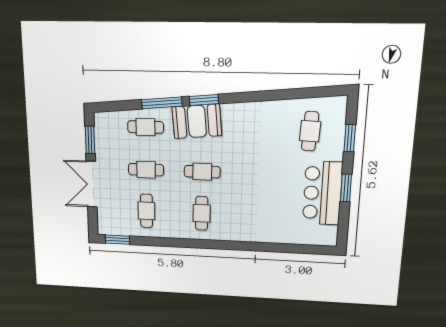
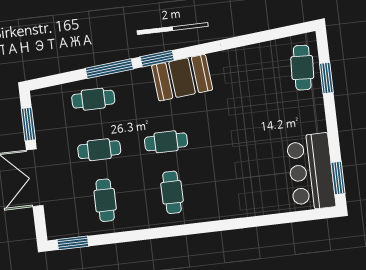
booth: (197, 121) -> (182, 78), moved
cafe table: (310, 131) -> (302, 68), moved
window: (346, 188) -> (338, 178), moved
bar counter: (322, 193) -> (311, 172), moved

